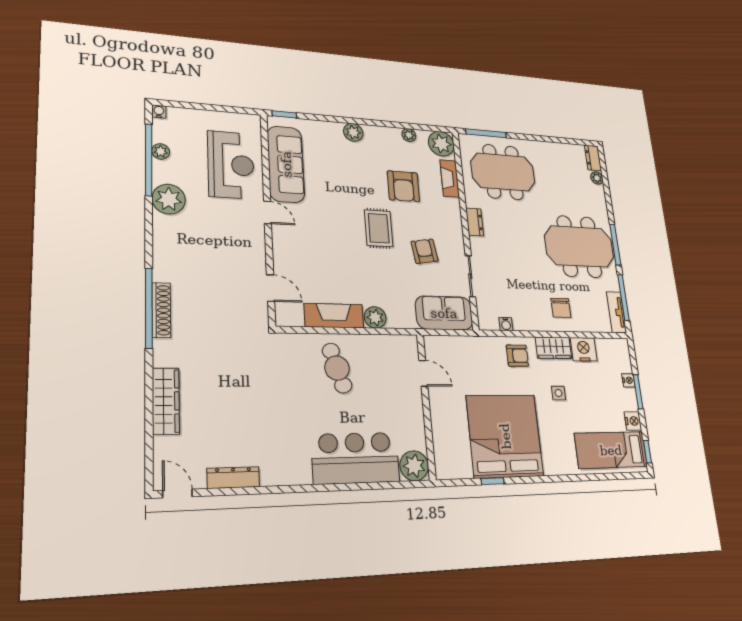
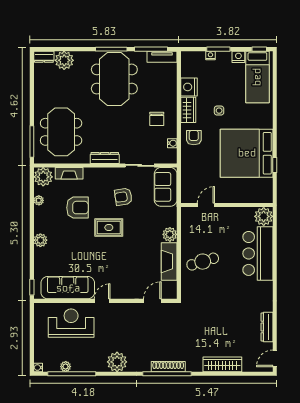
plant: (597, 178) -> (64, 60), width x1.88, depth x1.88
plant: (169, 199) -> (117, 362), moved
dresser: (475, 222) -> (105, 158), width x1.44
chair: (561, 308) -> (157, 119), moved, turned 90

